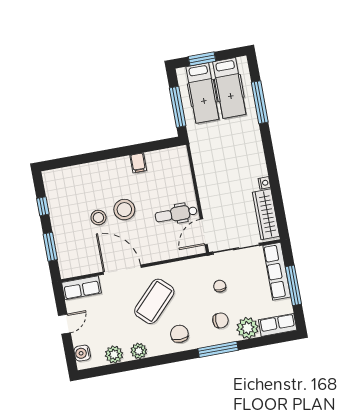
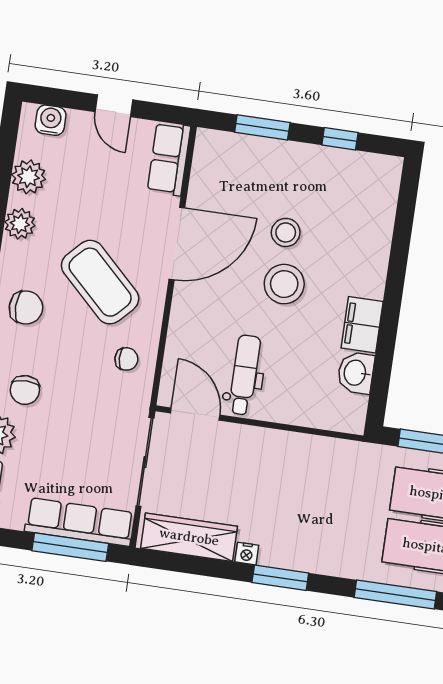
washbasin: (156, 159) -> (356, 373), added
window: (271, 162) -> (280, 578), added
filing cabinet: (138, 163) -> (362, 325), width x2.00
window: (293, 285) -> (70, 547), moved
chair: (220, 286) -> (126, 359), moved

